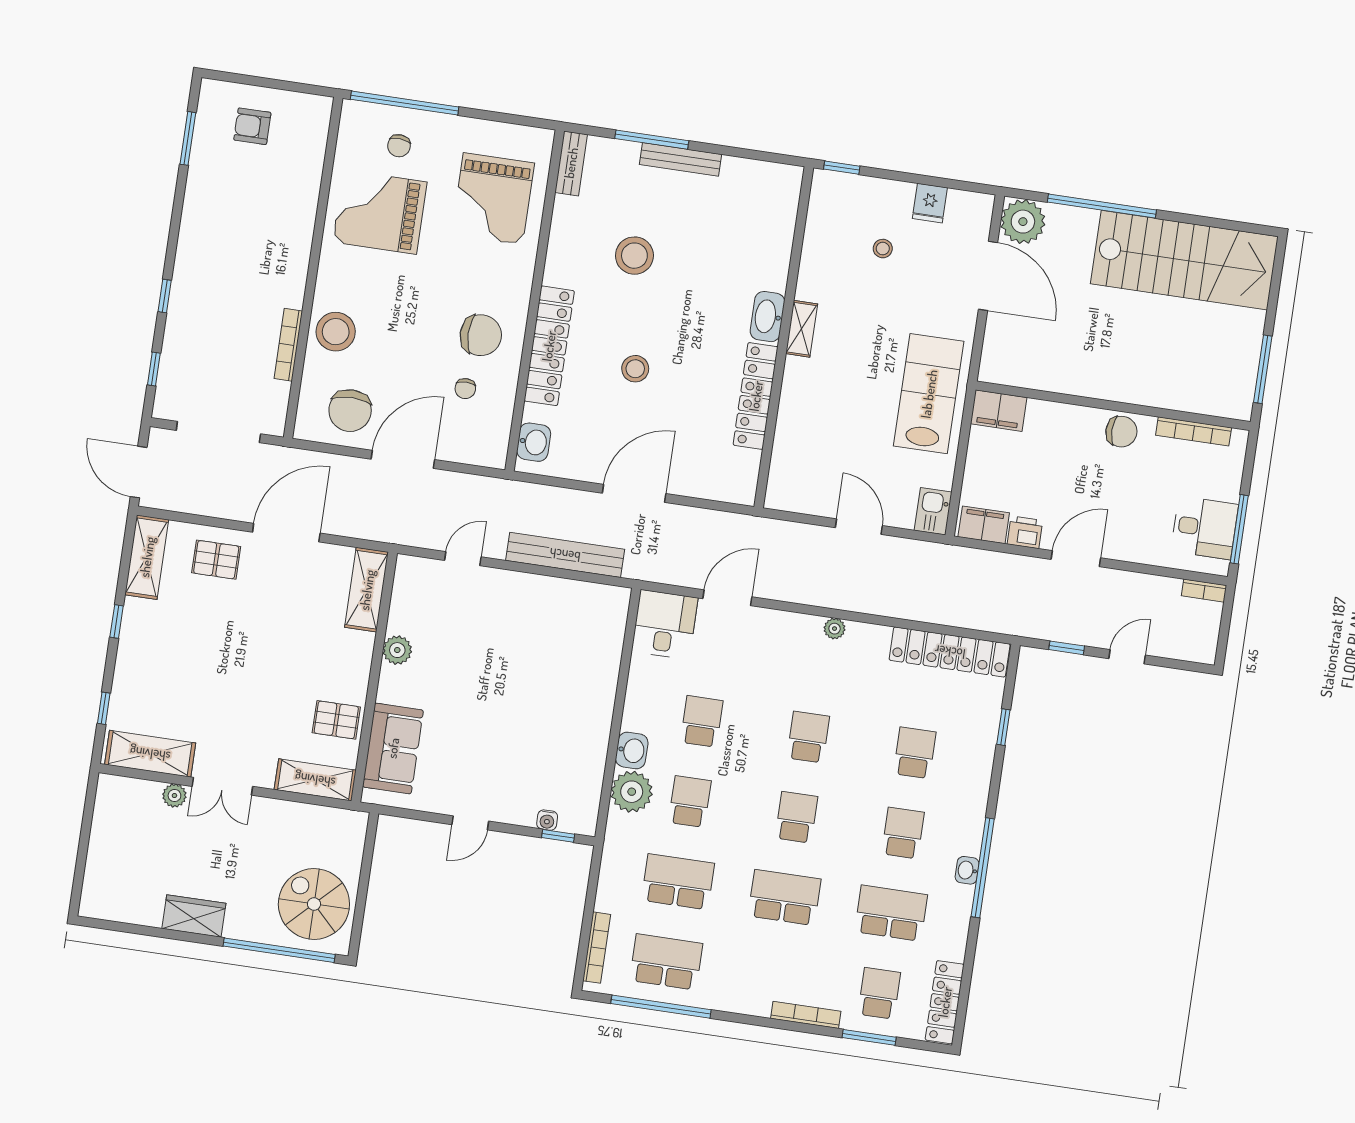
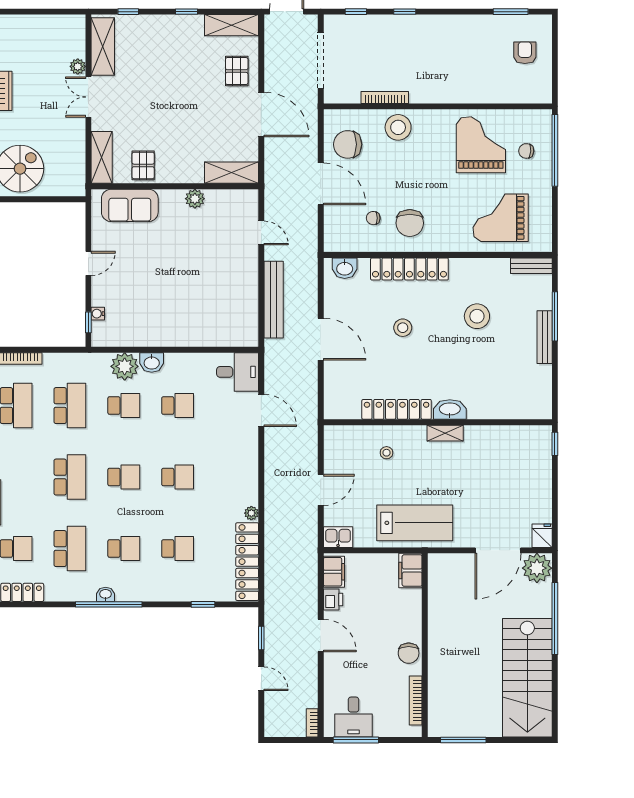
fridge: (930, 203) -> (542, 536), moved, turned 90
stool: (883, 249) -> (387, 453), moved
plant: (835, 629) -> (251, 513), moved
door: (470, 823) -> (88, 263), swing flipped

